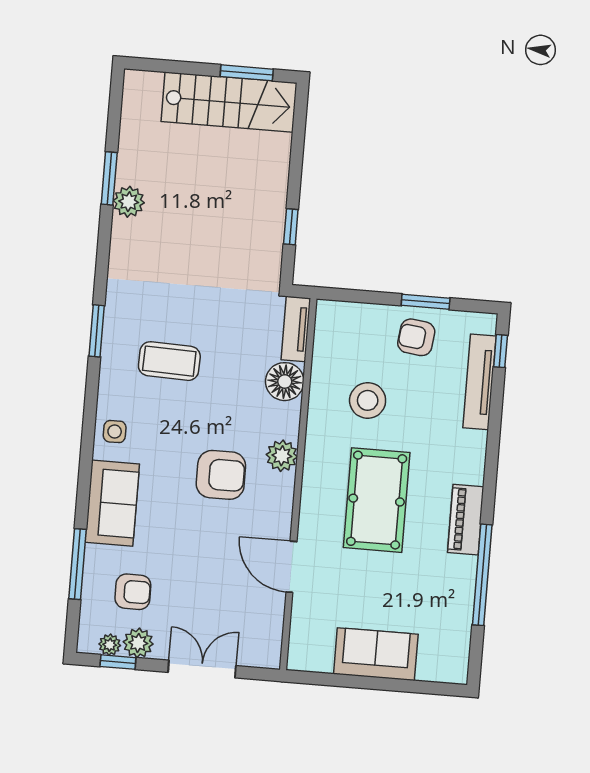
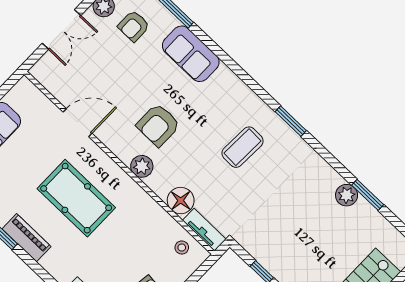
stool: (368, 400) -> (182, 248), moved, width x0.53, depth x0.53
side table: (115, 432) -> (228, 87), removed

